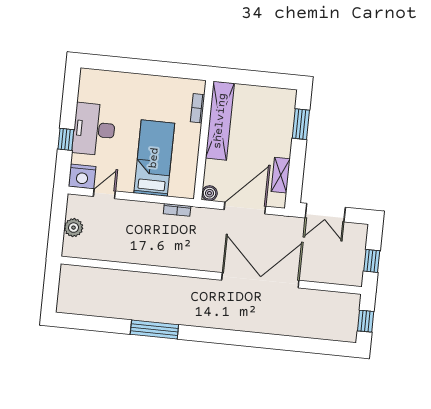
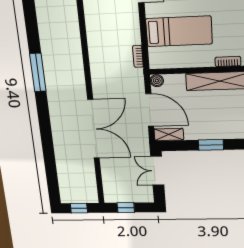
window: (301, 124) -> (211, 145), moved
shelving: (281, 175) -> (169, 134), moved
window: (154, 330) -> (38, 72), moved

